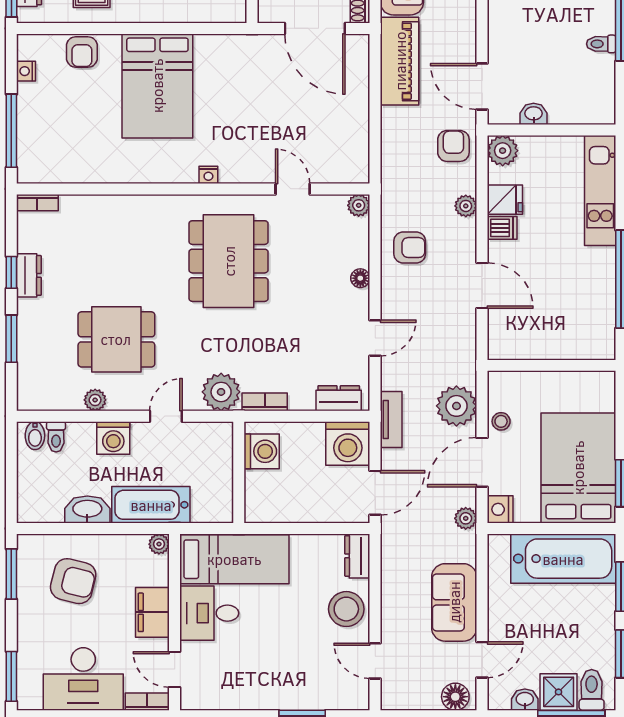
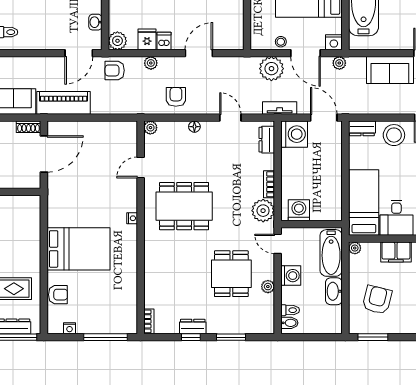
washing machine: (262, 451) -> (299, 210), moved
wall: (239, 472) -> (312, 224), moved

